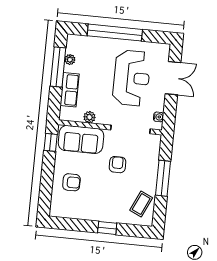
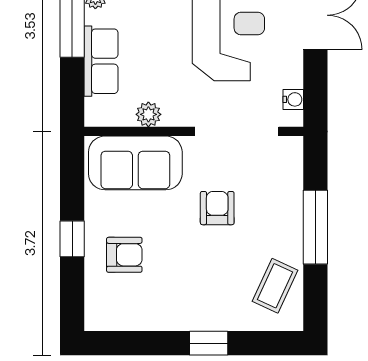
window: (51, 142) -> (72, 239), moved

